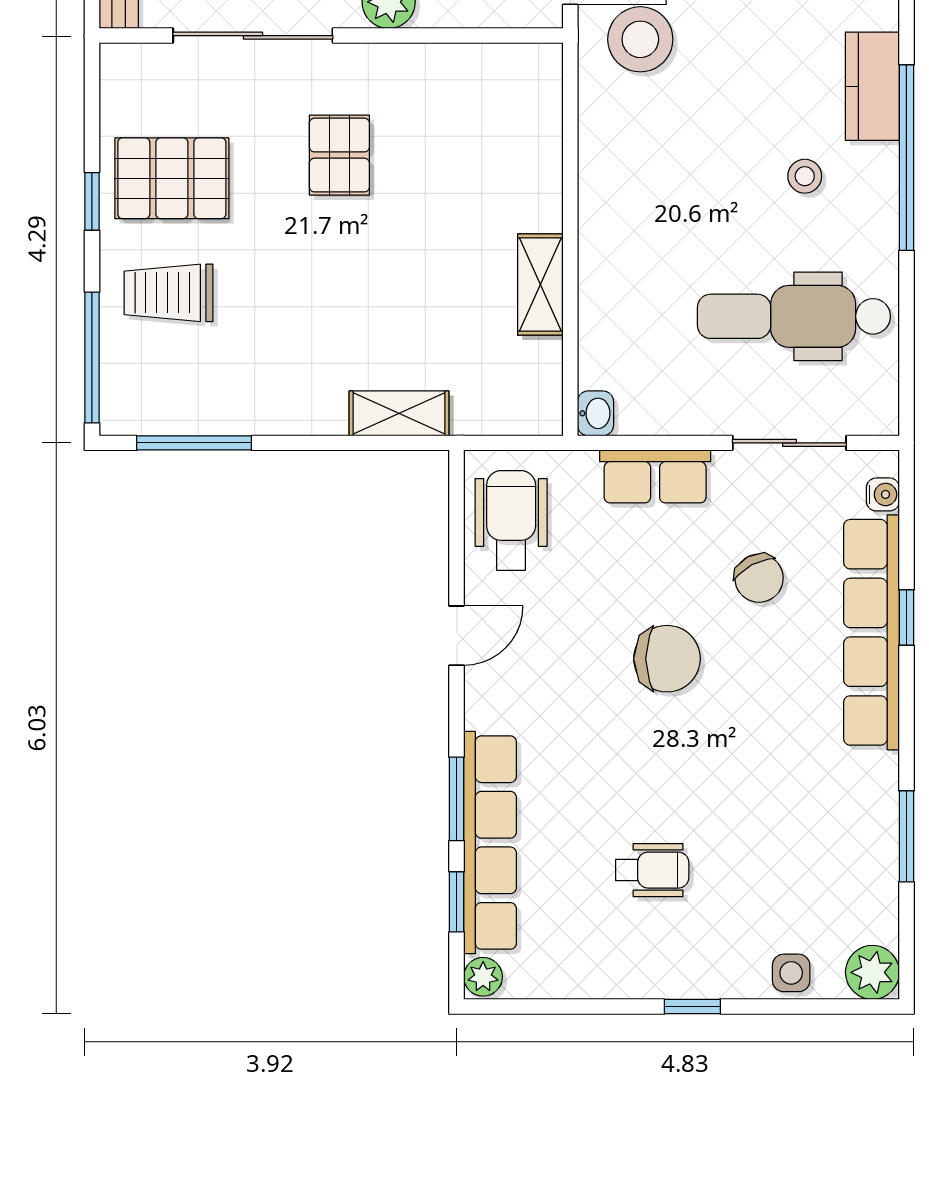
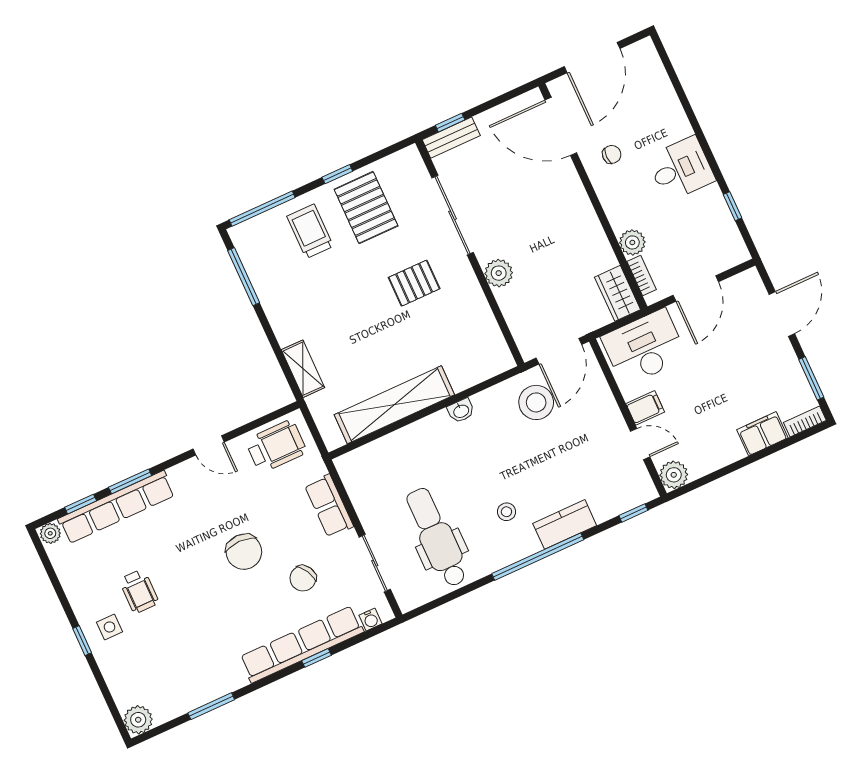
shelving: (540, 285) -> (394, 405), width x2.20, depth x1.33
washbasin: (595, 413) -> (461, 411), moved
side table: (791, 973) -> (110, 627), moved

